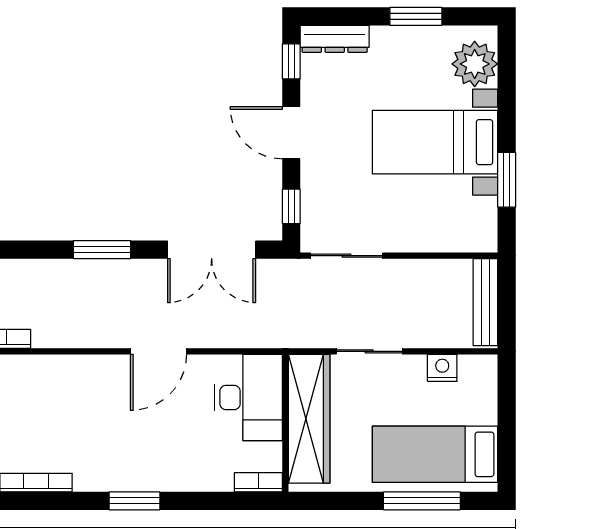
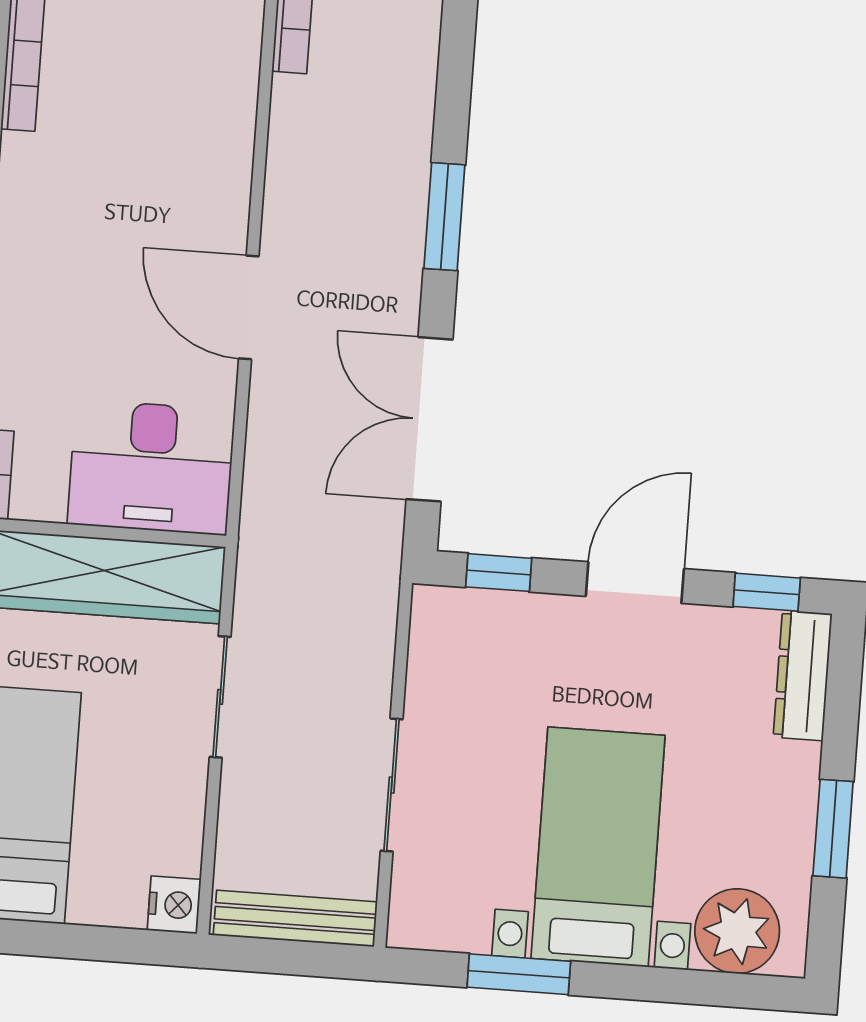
sliding door: (347, 256) -> (392, 785), moved
nightstand: (442, 368) -> (174, 905), moved

